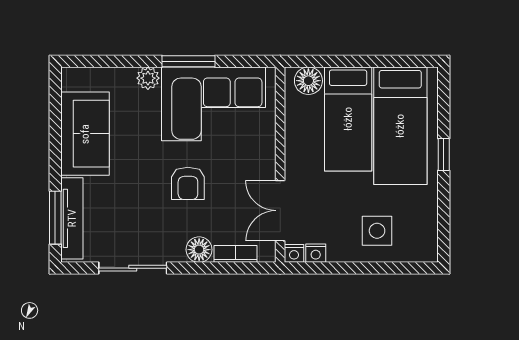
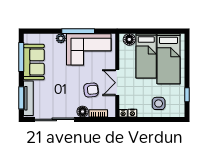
window: (189, 61) -> (78, 31), width x1.44
window: (55, 122) -> (21, 57), added
window: (444, 154) -> (187, 95), moved
armchair: (188, 183) -> (91, 90), moved, turned -96
double door: (280, 211) -> (117, 83), moved
sliding door: (133, 268) -> (54, 119), width x1.37

